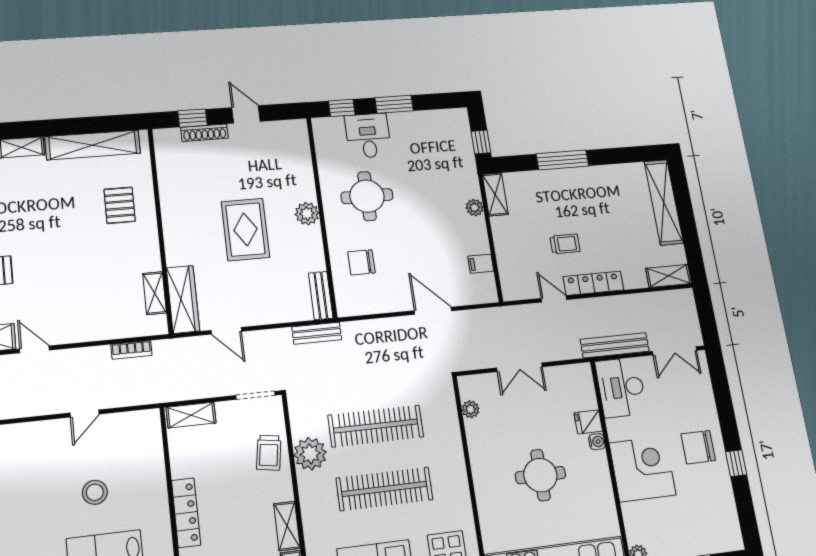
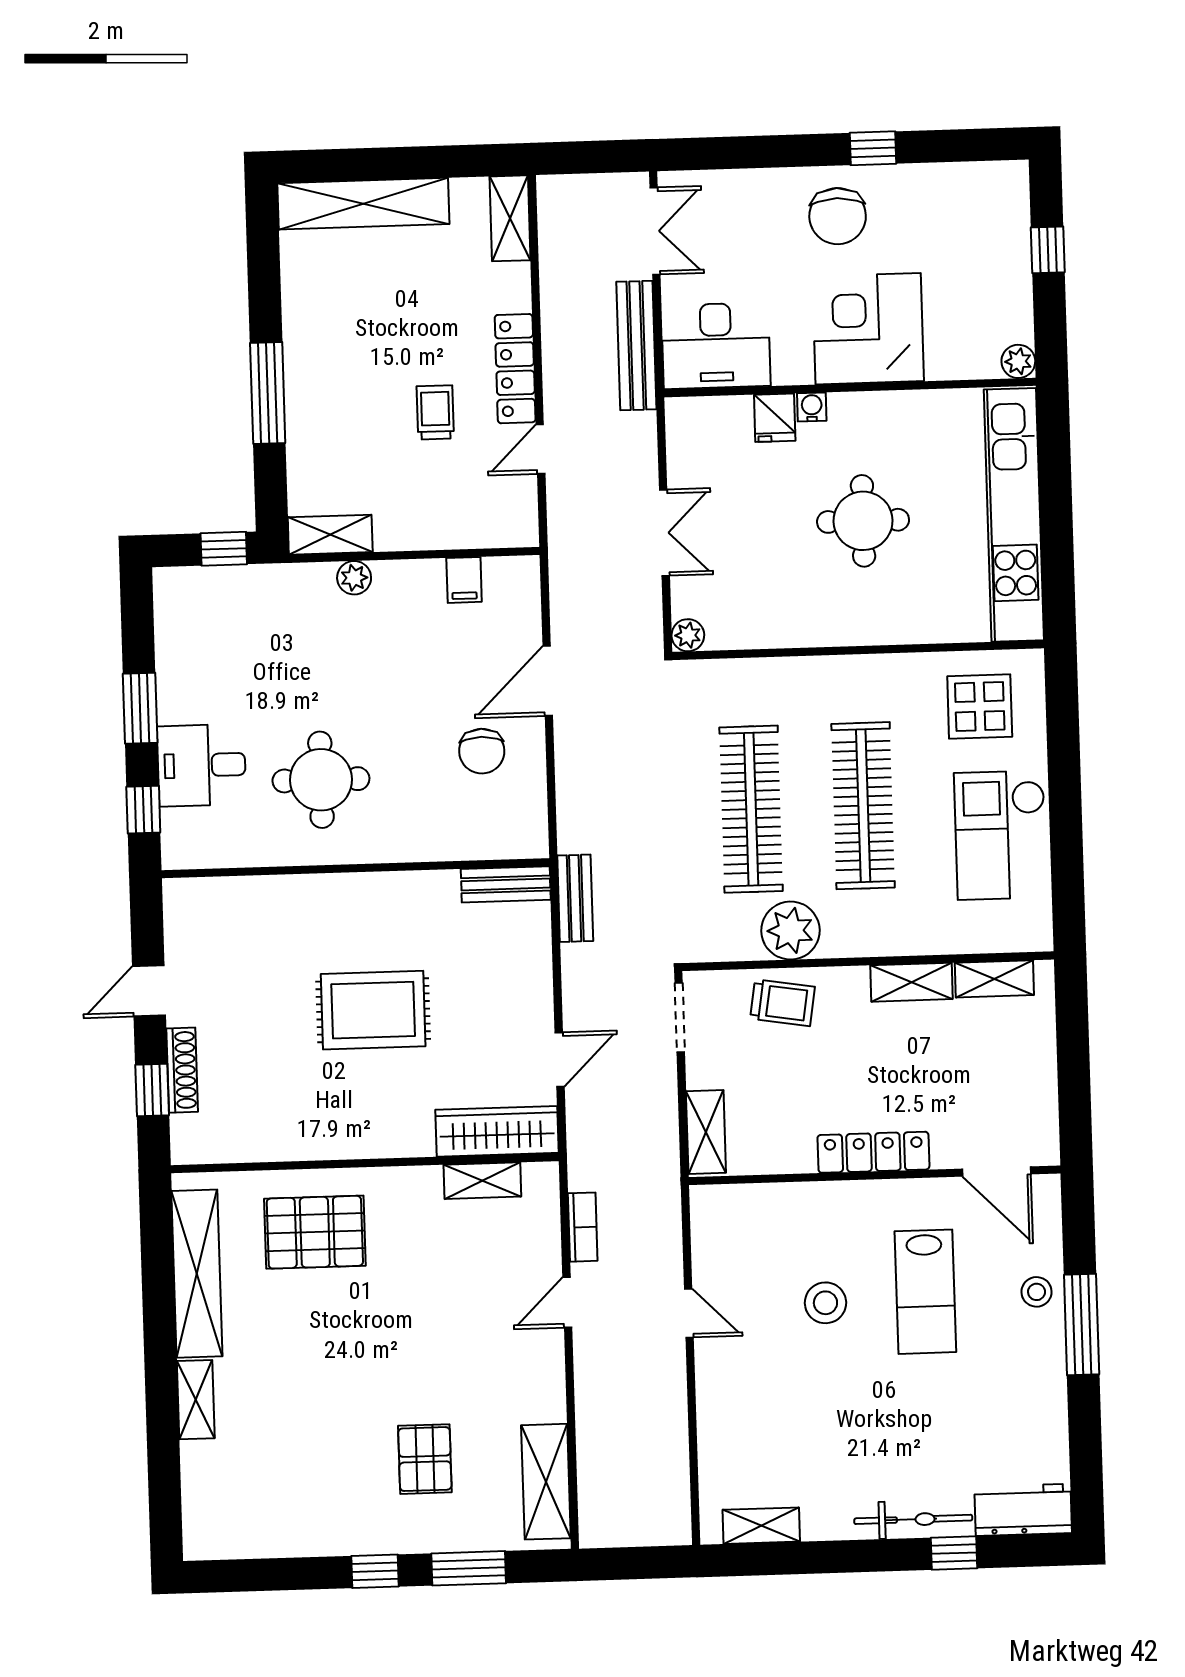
pallet: (120, 205) -> (315, 1232), width x1.50, depth x1.42
plant: (307, 214) -> (349, 895), removed
chair: (361, 262) -> (482, 751), moved
door: (34, 349) -> (567, 1302), moved
plant: (471, 409) -> (688, 635), moved

